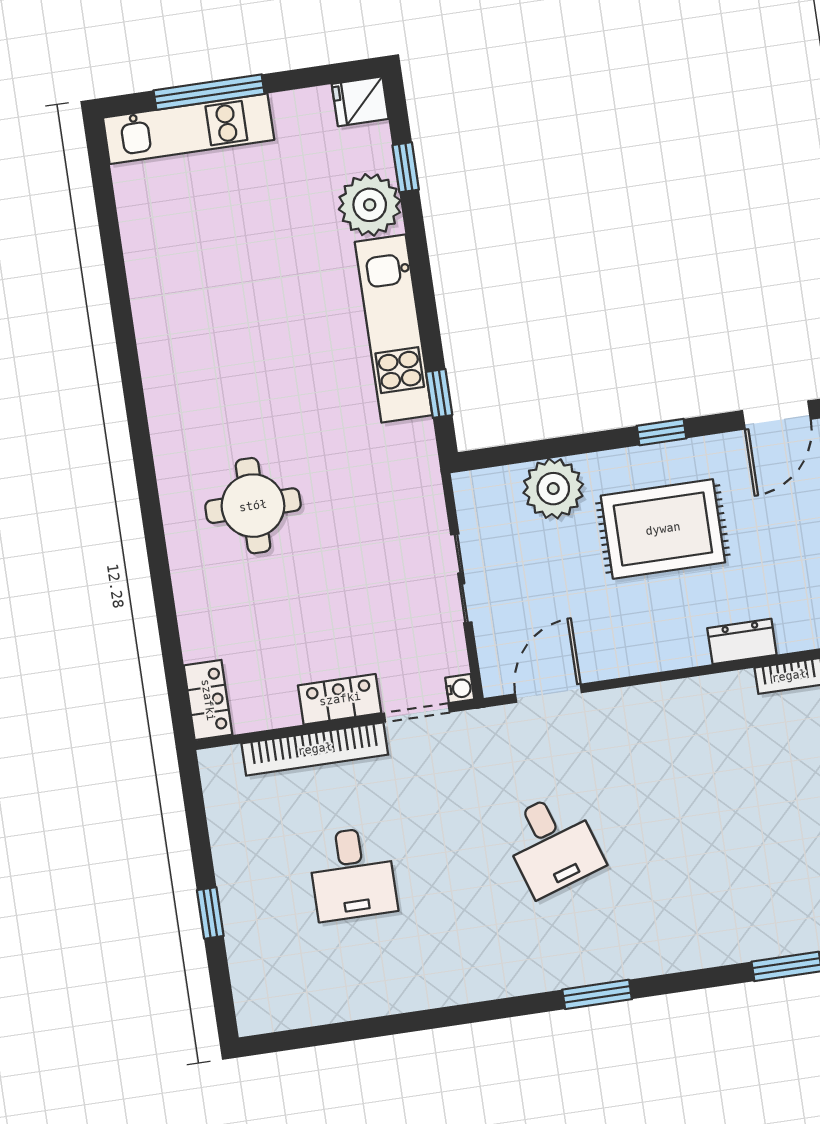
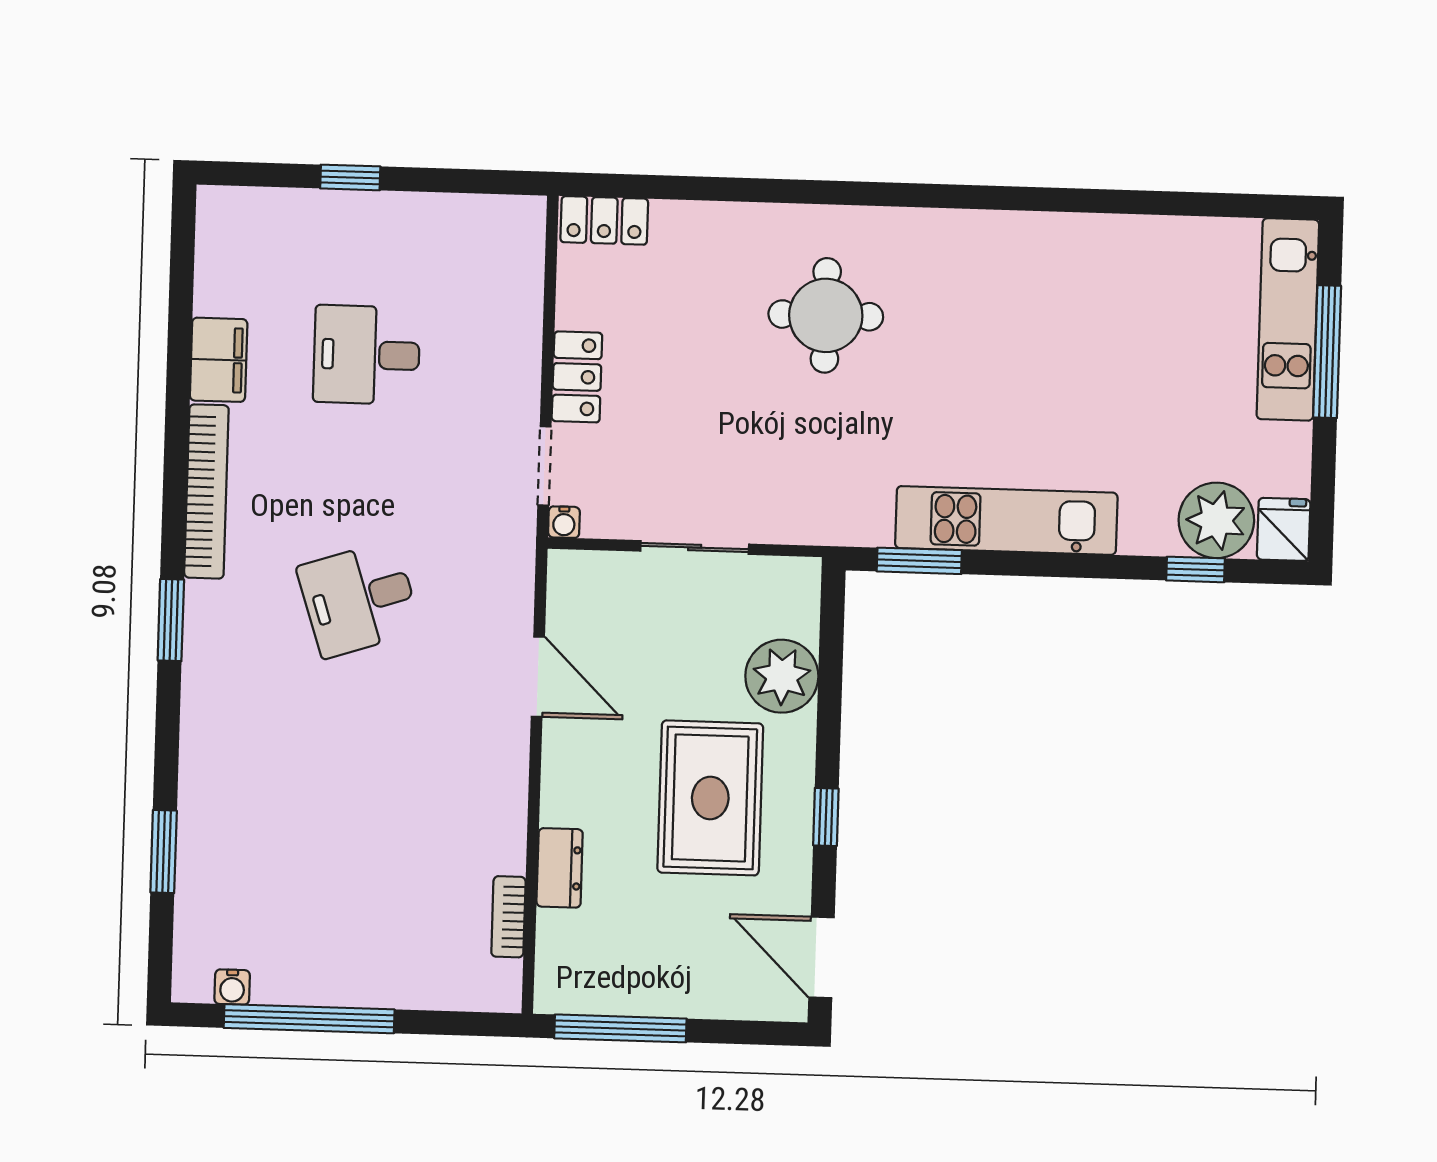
plant: (370, 205) -> (1216, 520), moved
window: (439, 393) -> (919, 561), width x1.50
door: (548, 693) -> (538, 677), moved
bookcase: (315, 749) -> (206, 491), moved, turned 180
filing cabinet: (378, 994) -> (219, 360), added

